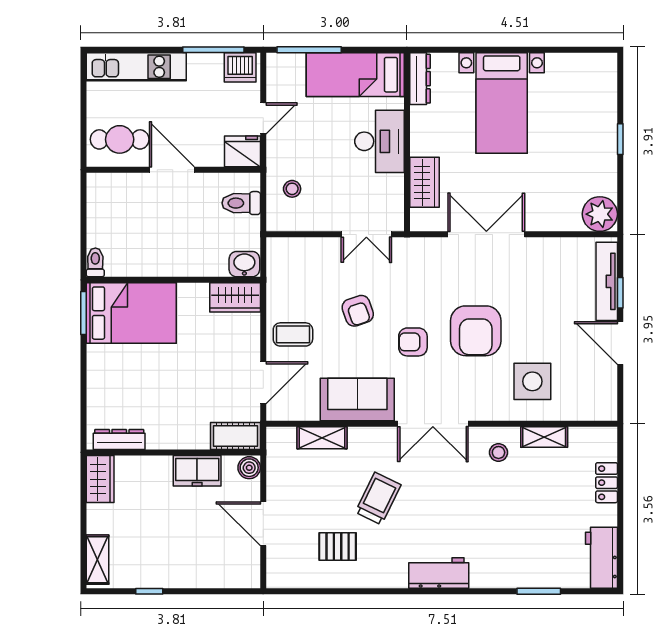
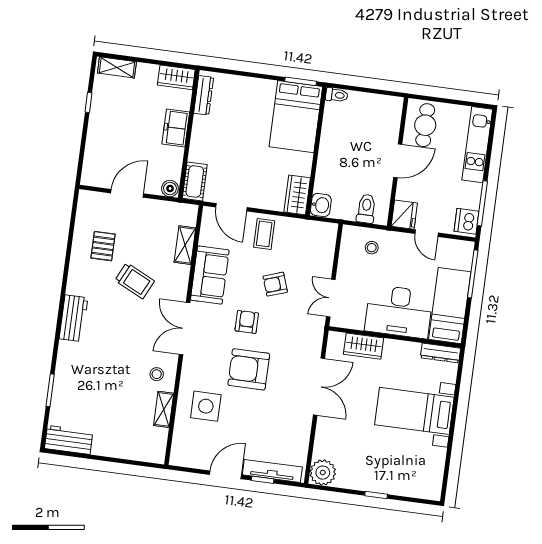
desk: (379, 141) -> (399, 311), width x1.36, depth x1.30
freezer: (197, 471) -> (176, 128), moved
locker: (607, 483) -> (124, 451), removed

